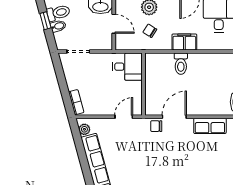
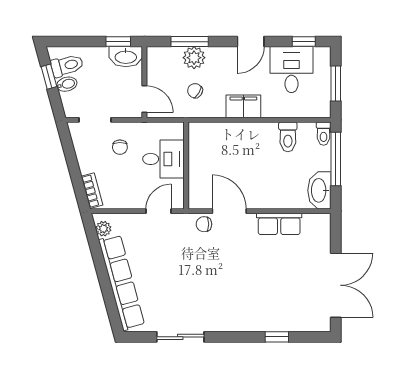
door: (114, 24) -> (144, 99), moved
toilet: (181, 64) -> (288, 137), moved
desk: (127, 67) -> (163, 159), moved
chair: (96, 71) -> (120, 147), added
door: (174, 117) -> (229, 211), hinge flipped

